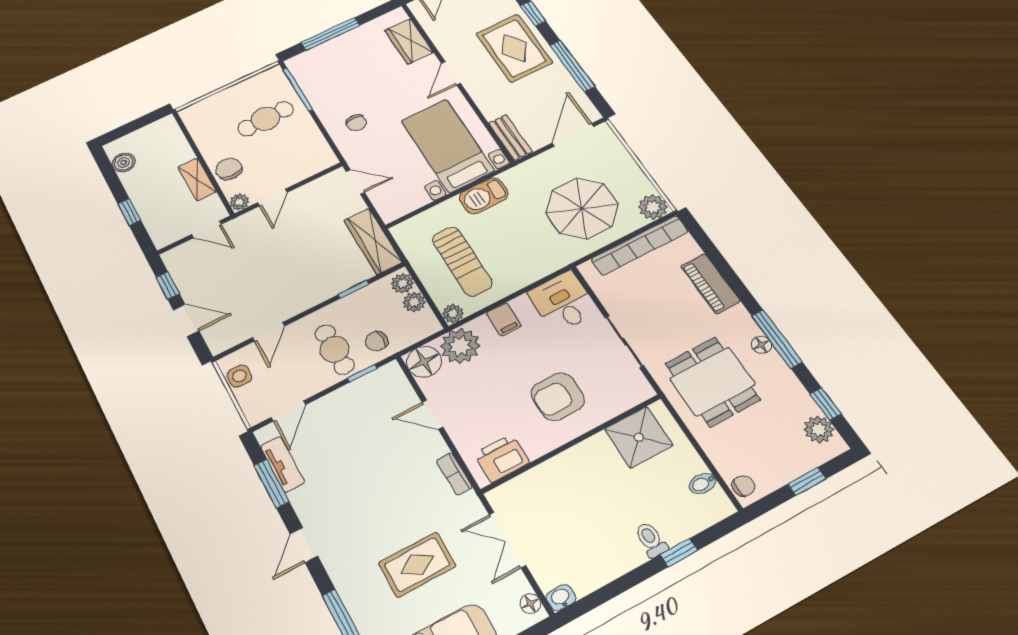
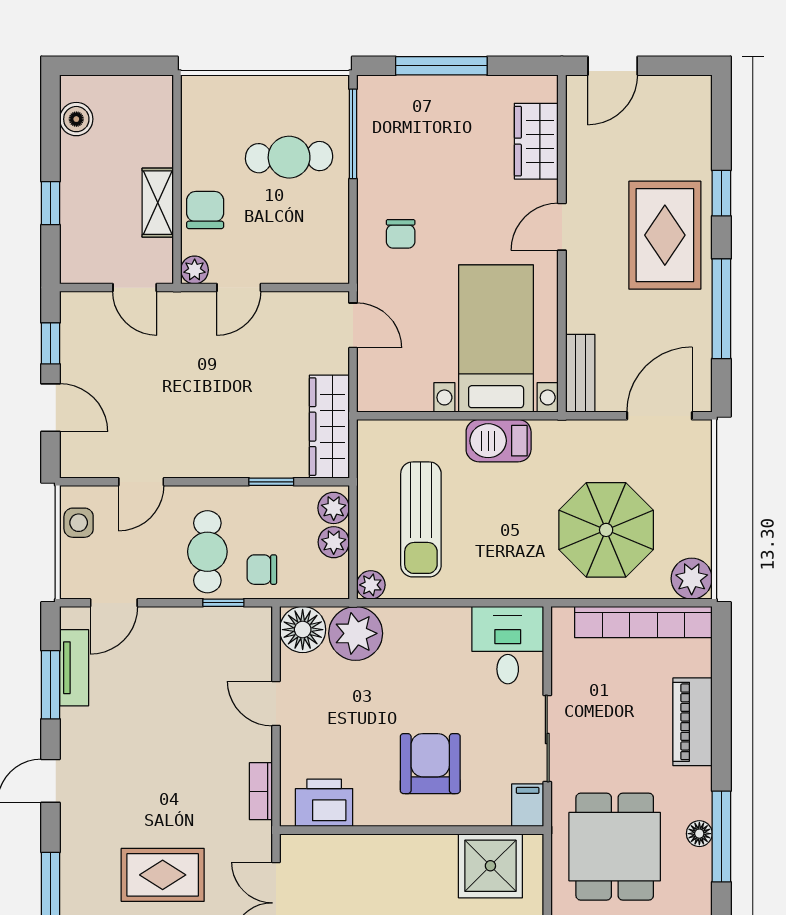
filing cabinet: (504, 319) -> (528, 805), moved, turned 180
armchair: (558, 397) -> (430, 764), turned 90

